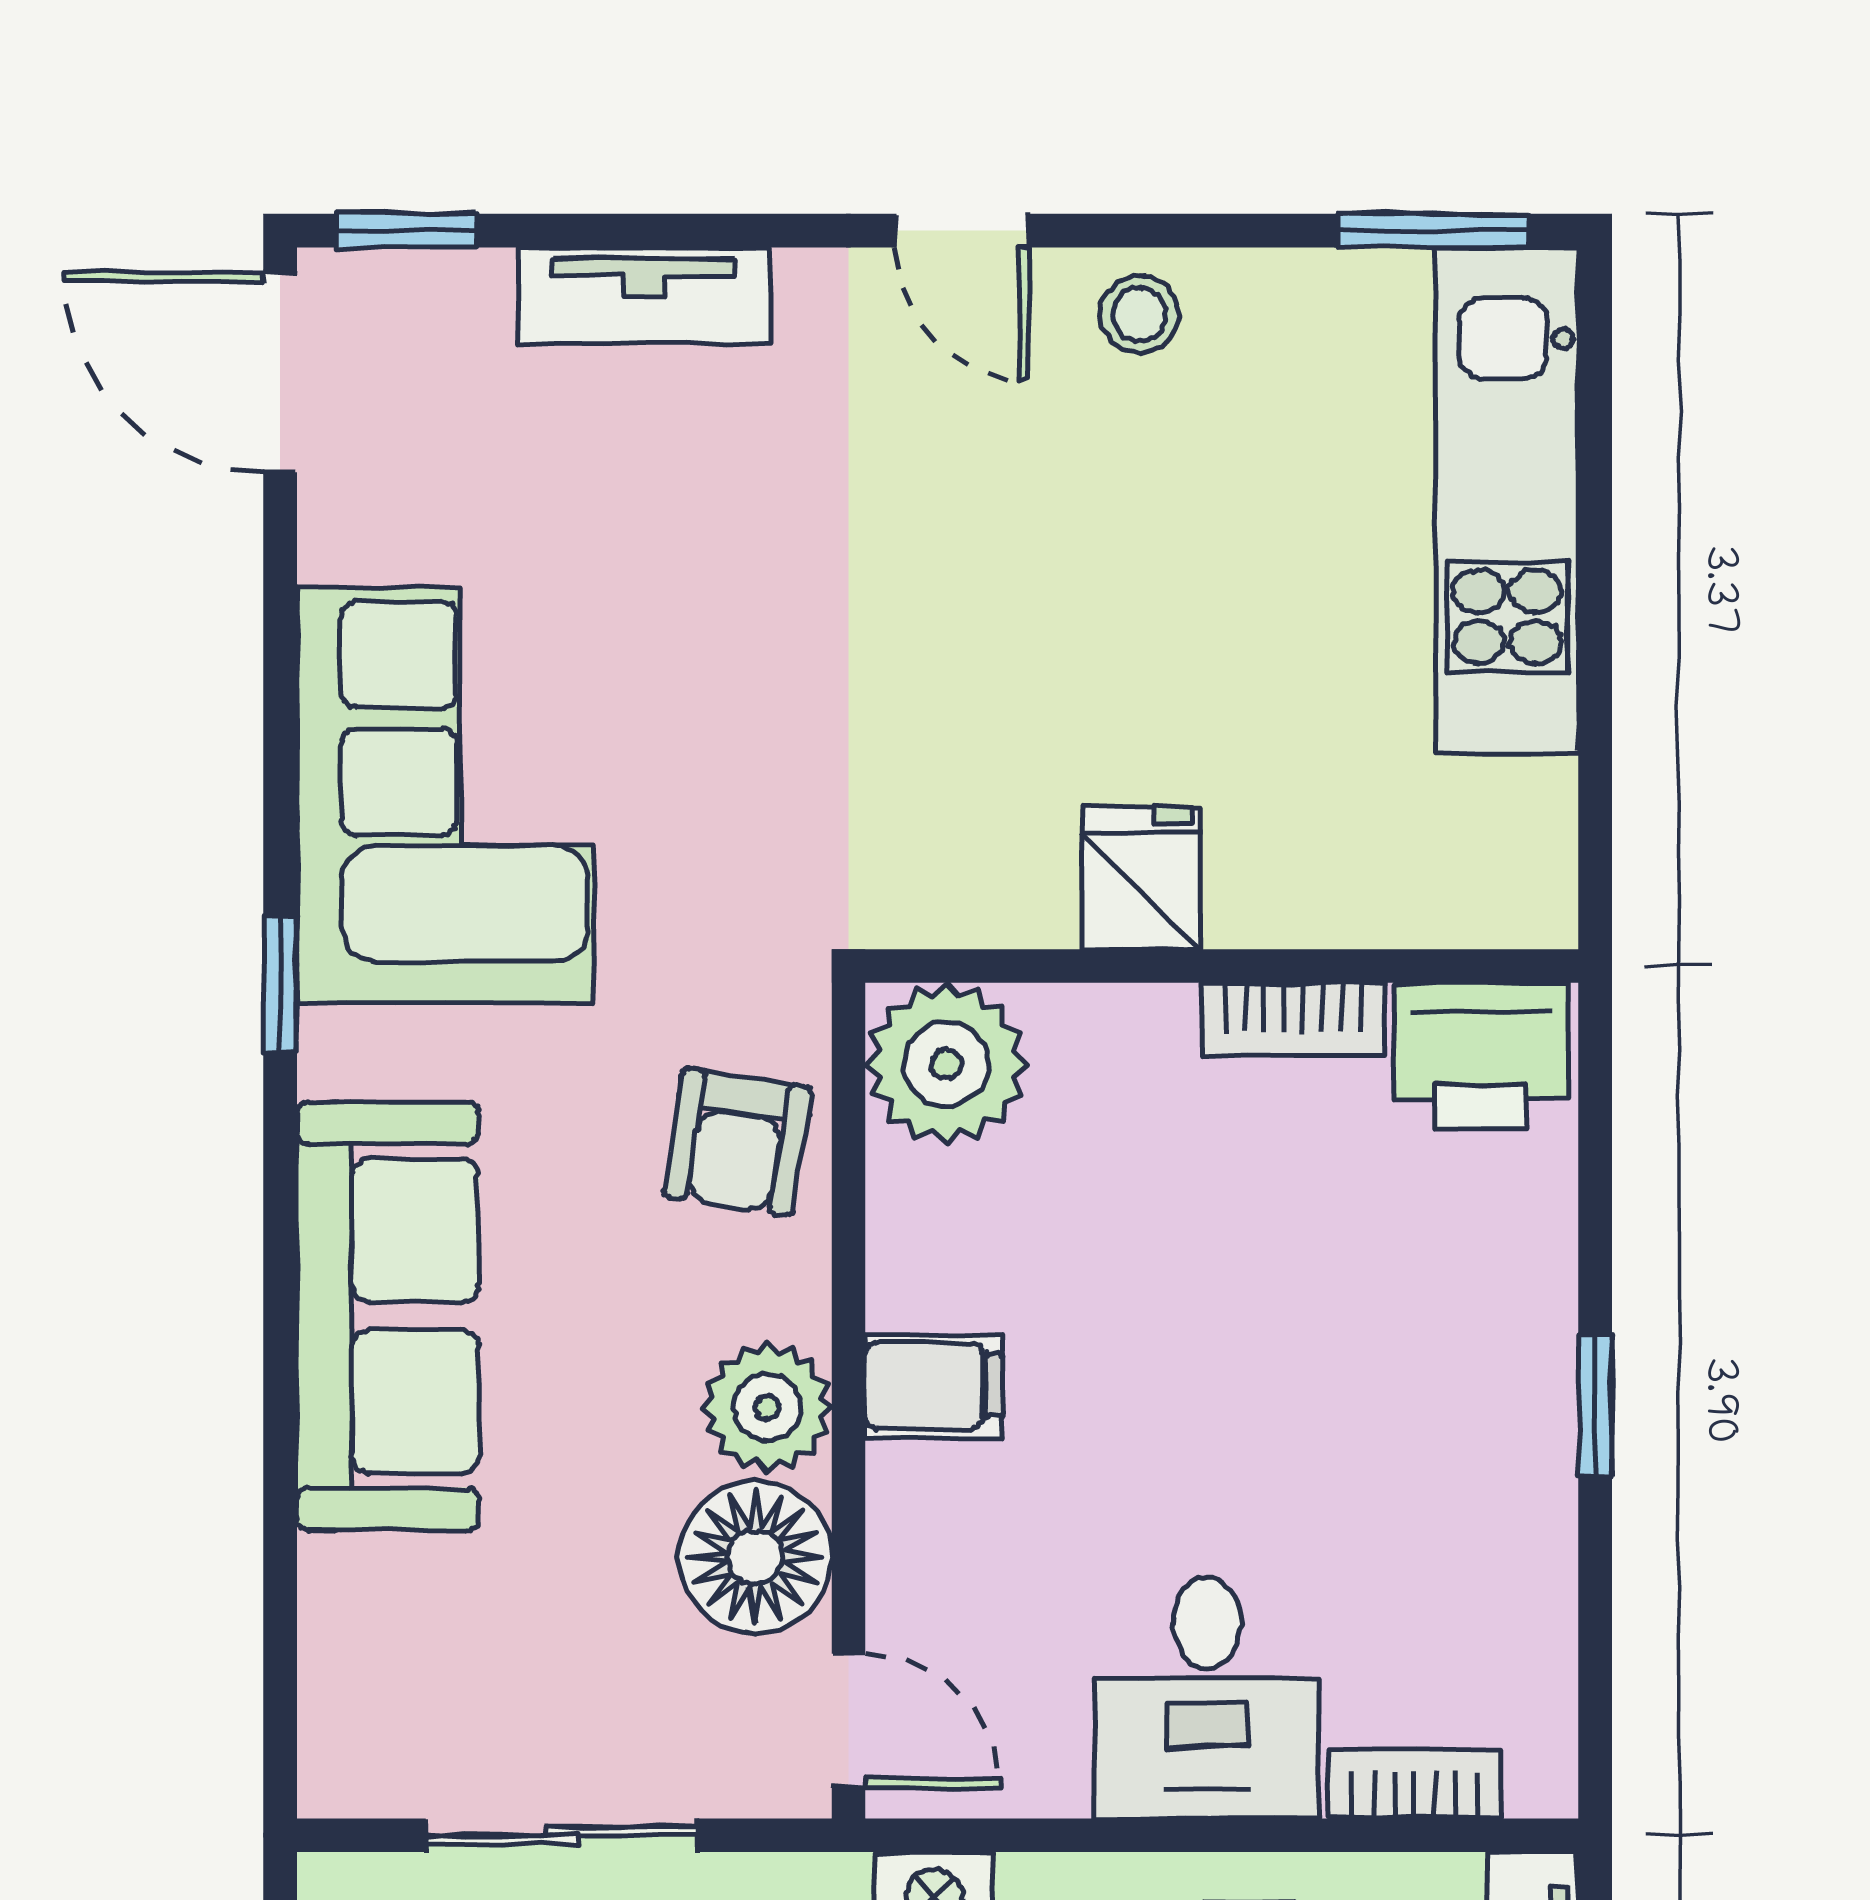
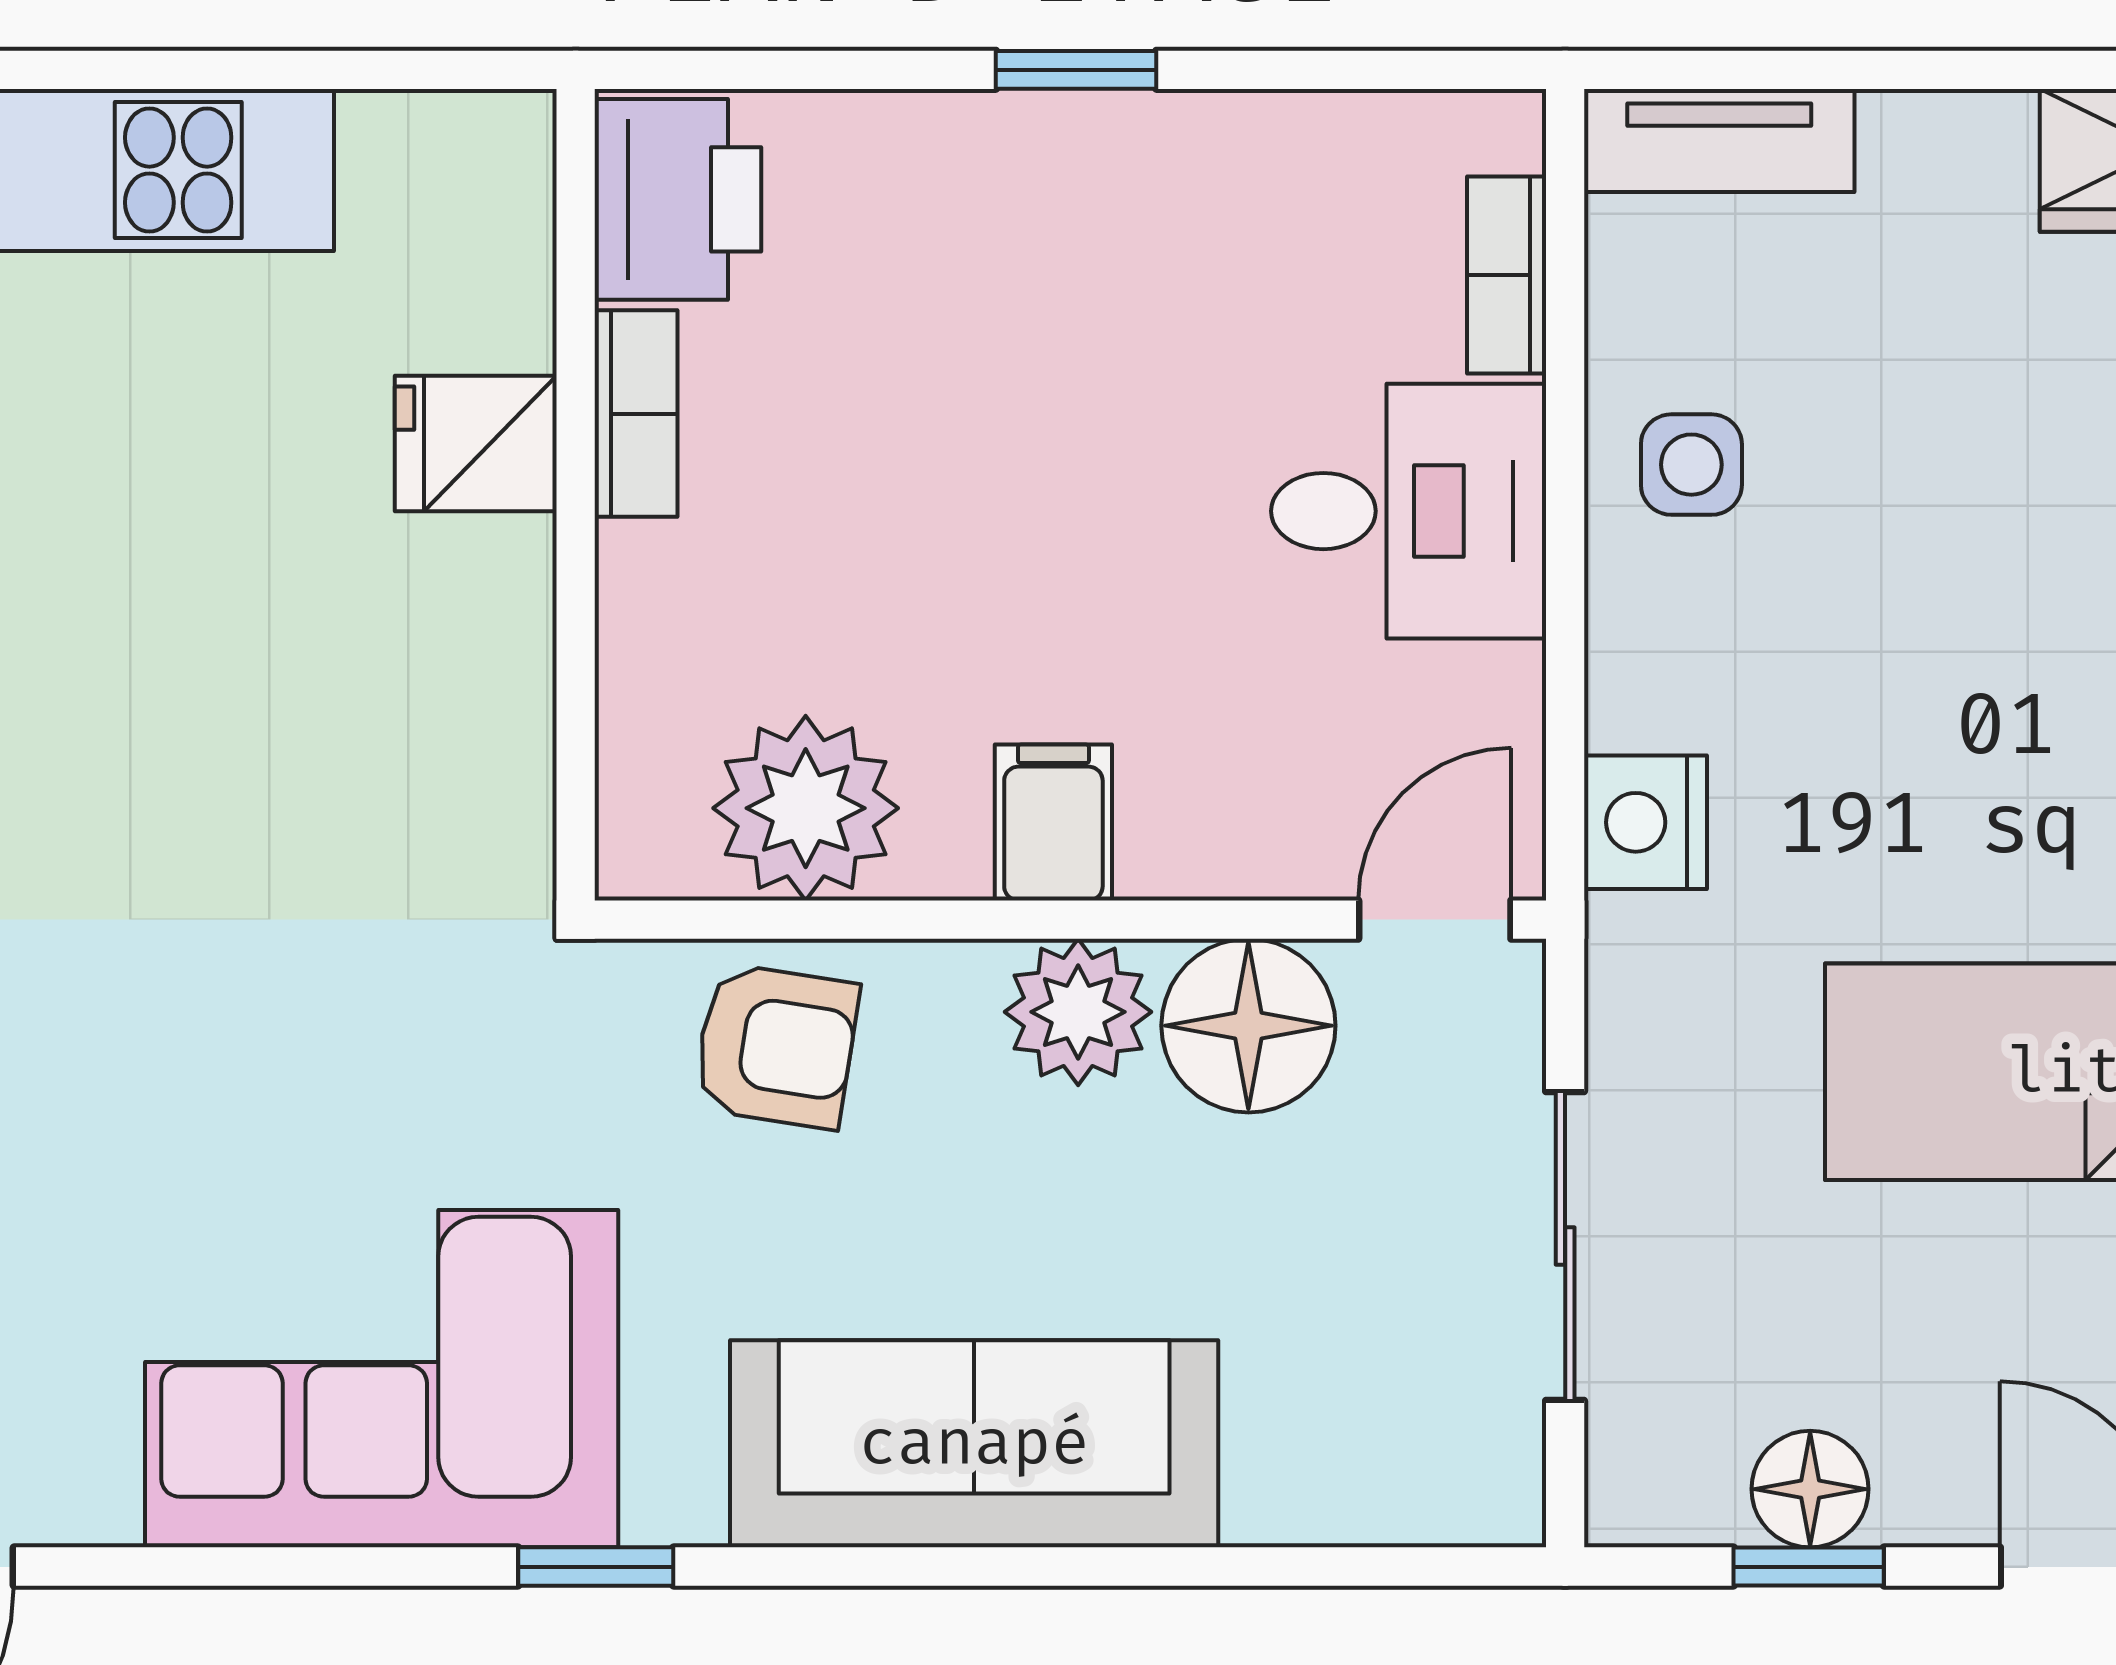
fridge: (1141, 878) -> (476, 443), moved
plant: (946, 1064) -> (806, 808), moved

